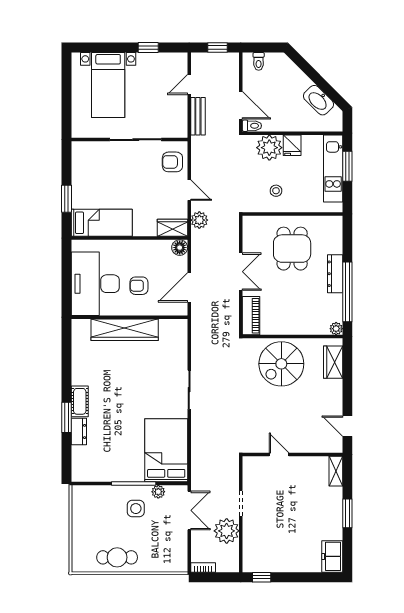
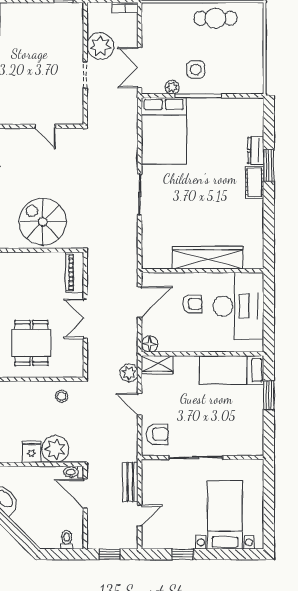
stool: (276, 191) -> (62, 396), moved
spiral stairs: (281, 364) -> (43, 222), turned -90

